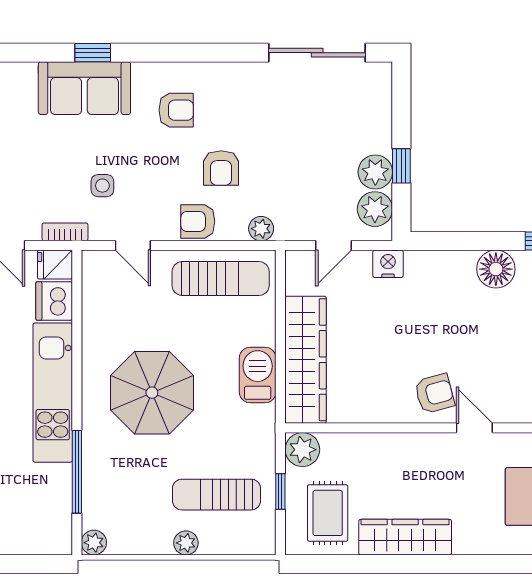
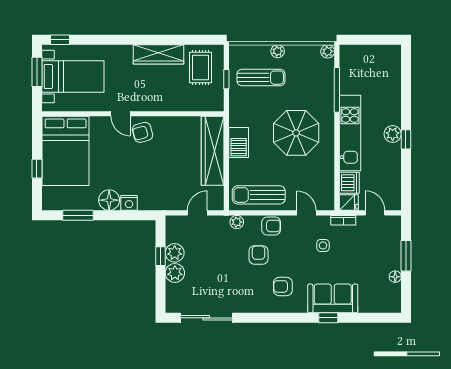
plant: (375, 209) -> (175, 273), moved
nightstand: (388, 264) -> (129, 203), moved
plant: (302, 450) -> (214, 102), removed

